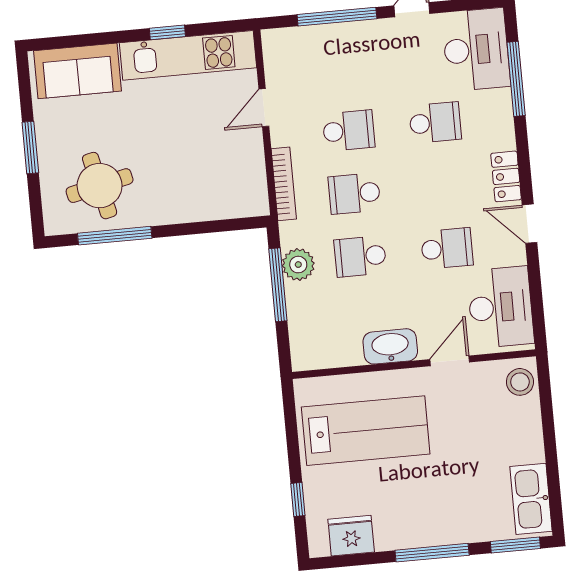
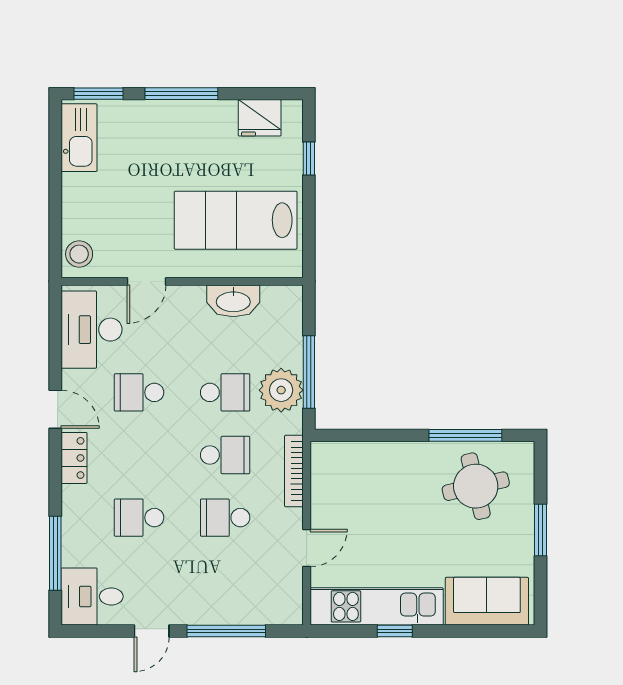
desk: (476, 50) -> (92, 596), width x0.73
plant: (298, 265) -> (281, 390), width x1.36, depth x1.36
washbasin: (390, 346) -> (233, 301), moved

